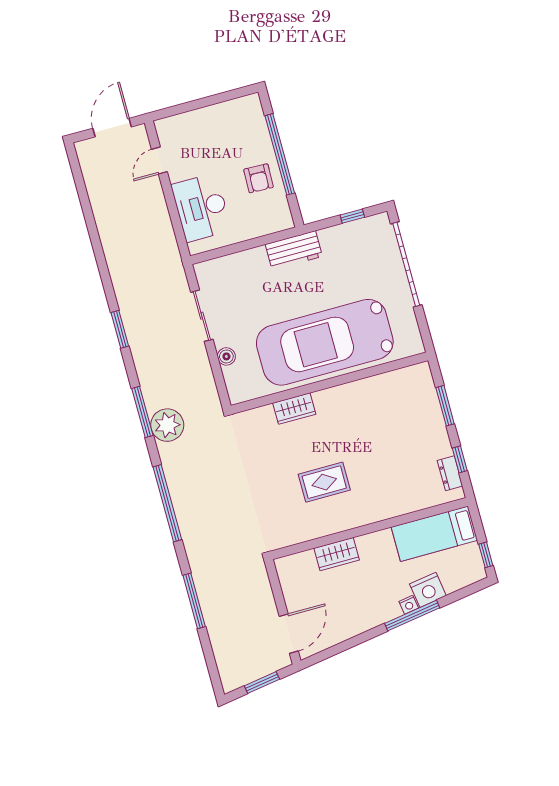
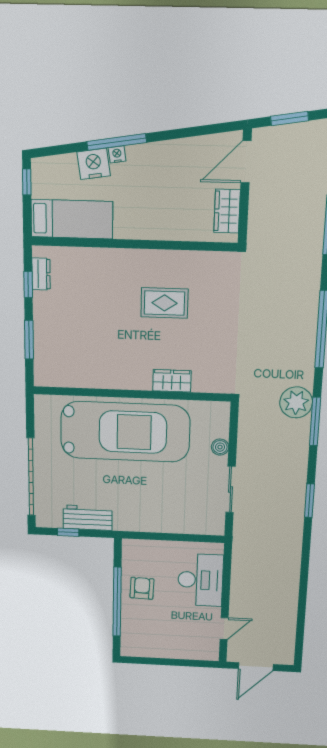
workbench: (294, 250) -> (88, 518), moved
wardrobe: (337, 554) -> (227, 211), moved, turned -90

